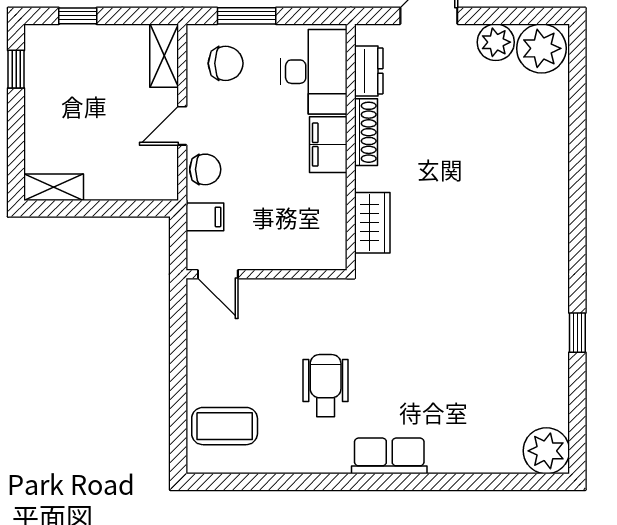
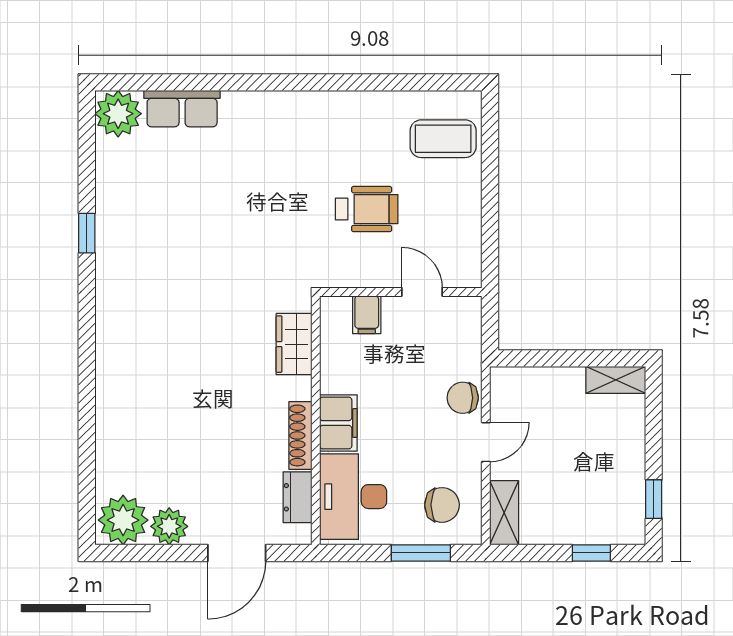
chair: (226, 63) -> (442, 505), turned 180
filing cabinet: (205, 217) -> (367, 315), moved, turned -90
door: (218, 274) -> (422, 292), moved
wheelchair: (326, 385) -> (367, 209), moved, turned -90
row of seats: (389, 456) -> (182, 109), moved

